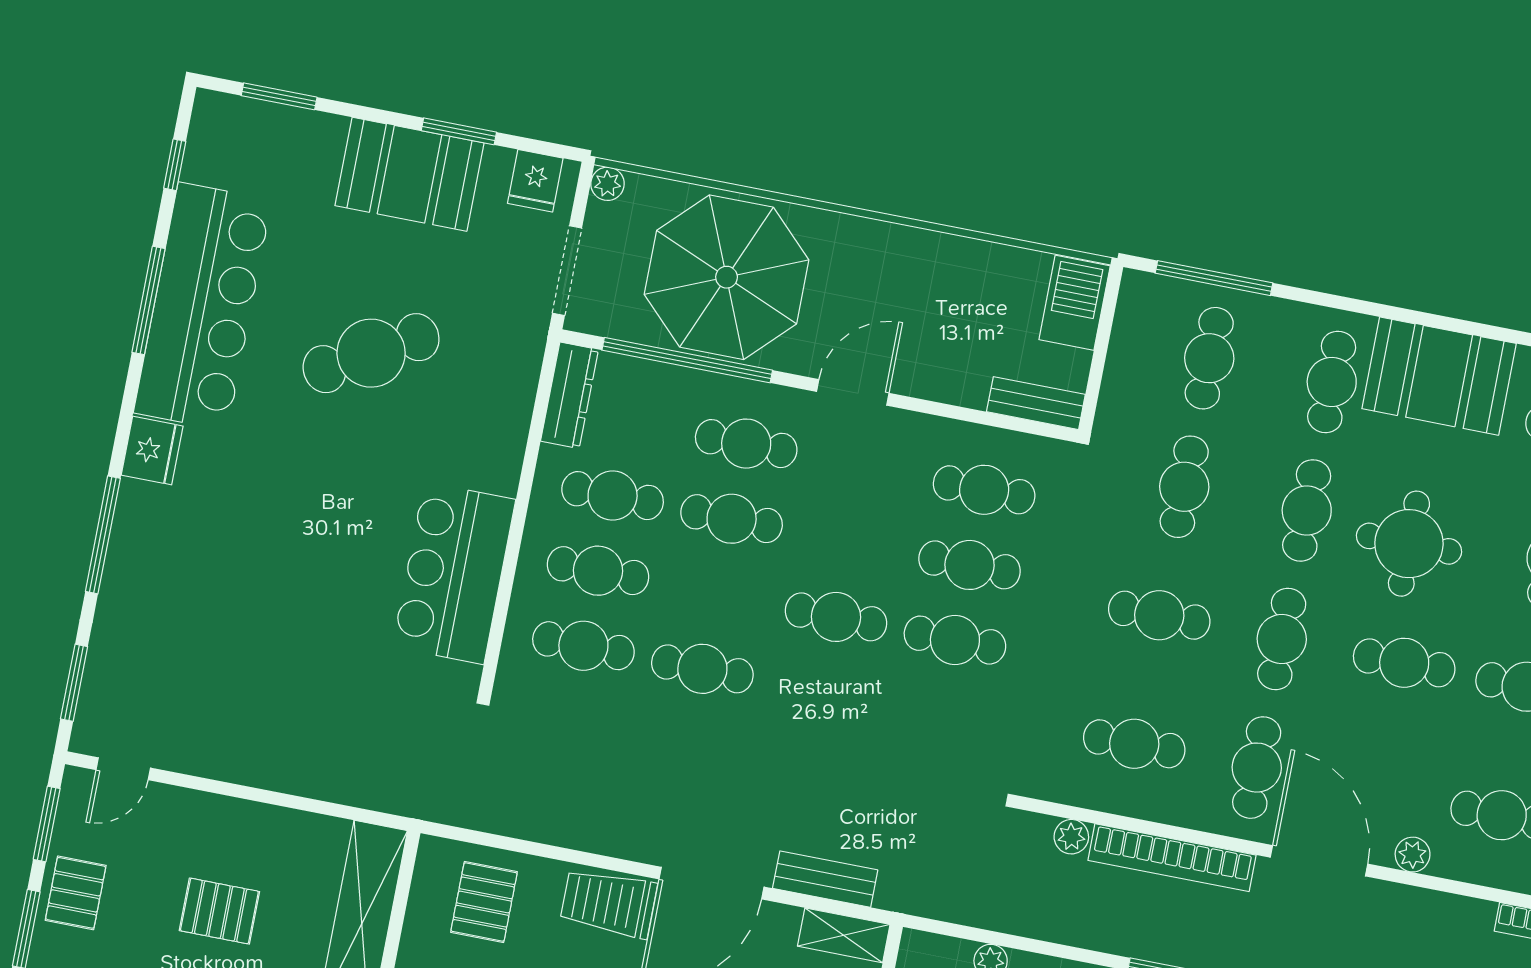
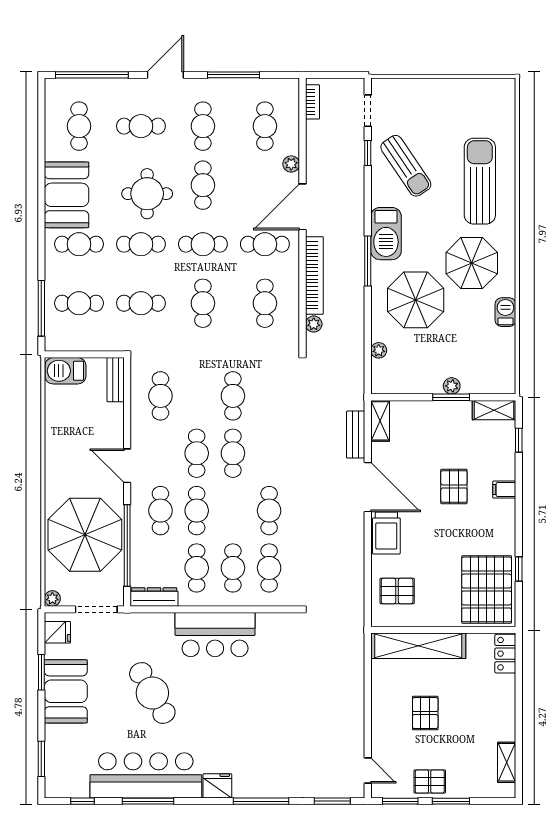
cafe table: (970, 565) -> (197, 453), moved
bar counter: (454, 573) -> (215, 635), moved

